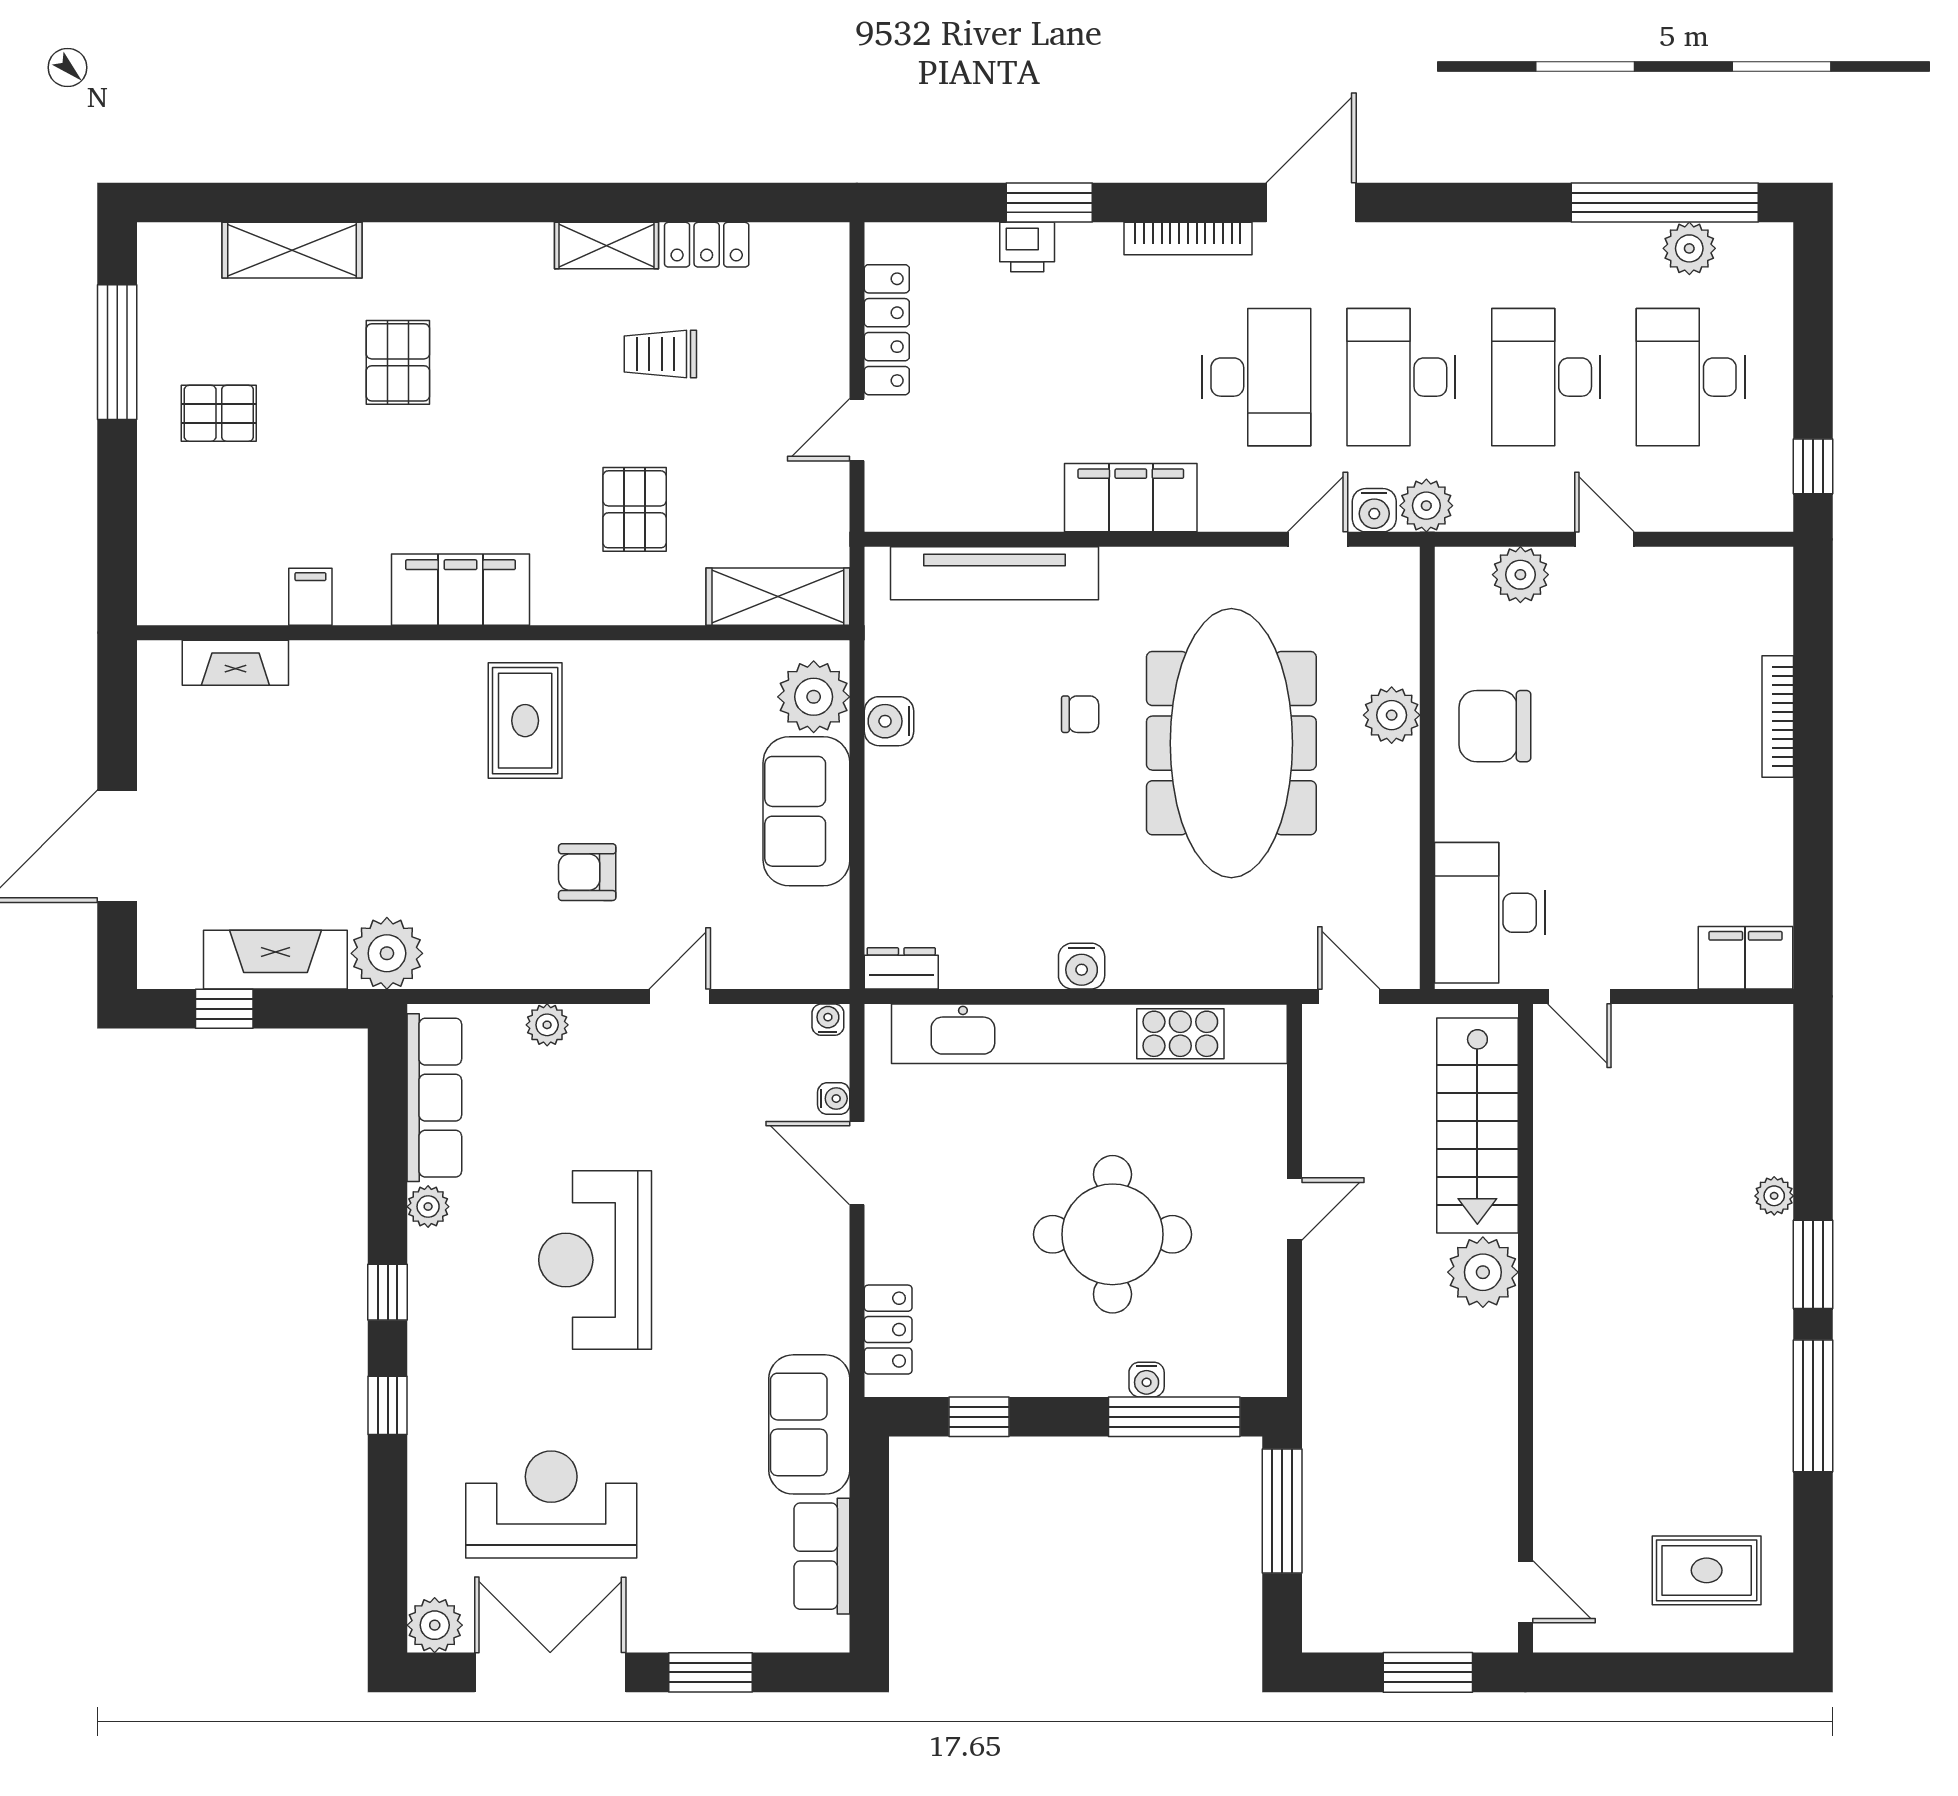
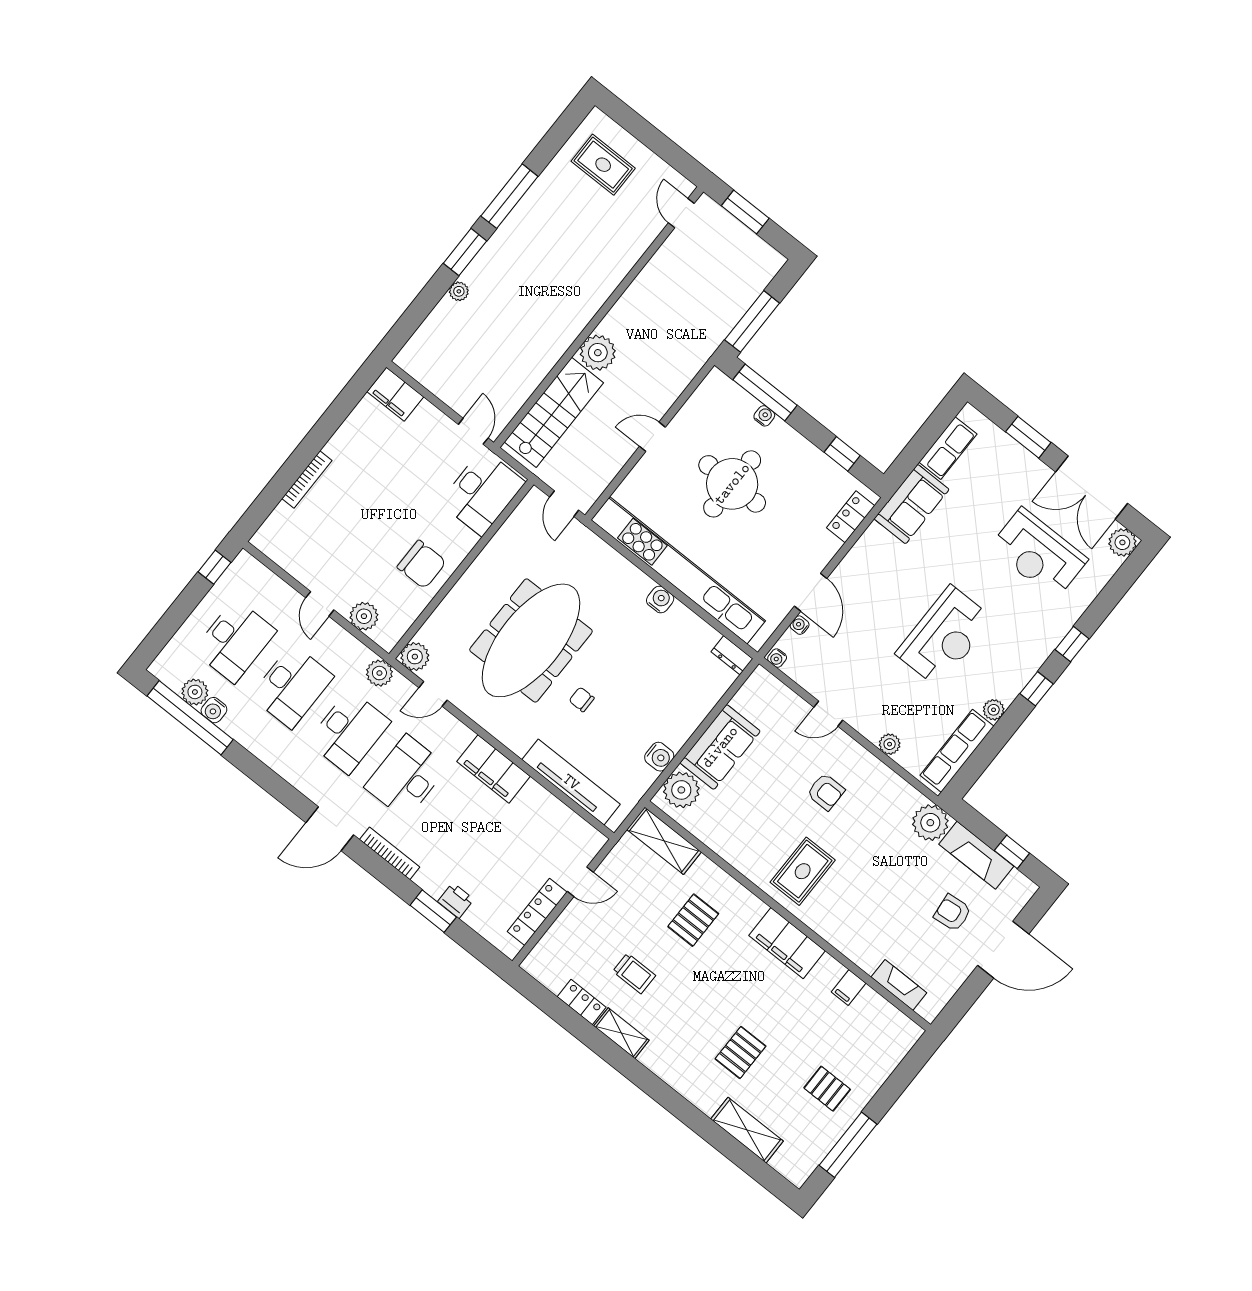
water cooler: (1374, 510) -> (214, 710), moved, turned 180
plant: (1392, 715) -> (415, 657), moved
armchair: (241, 841) -> (953, 913), added

